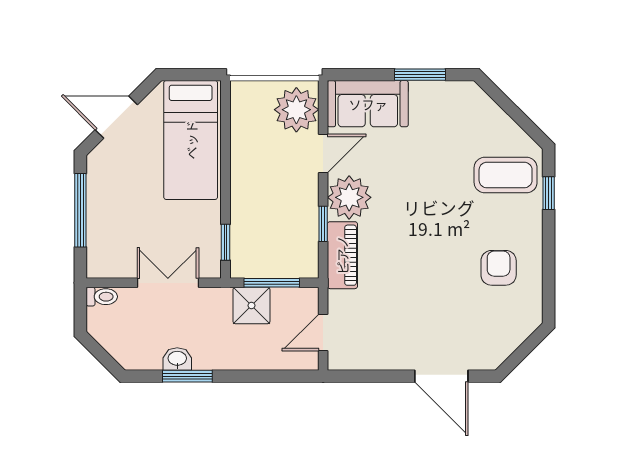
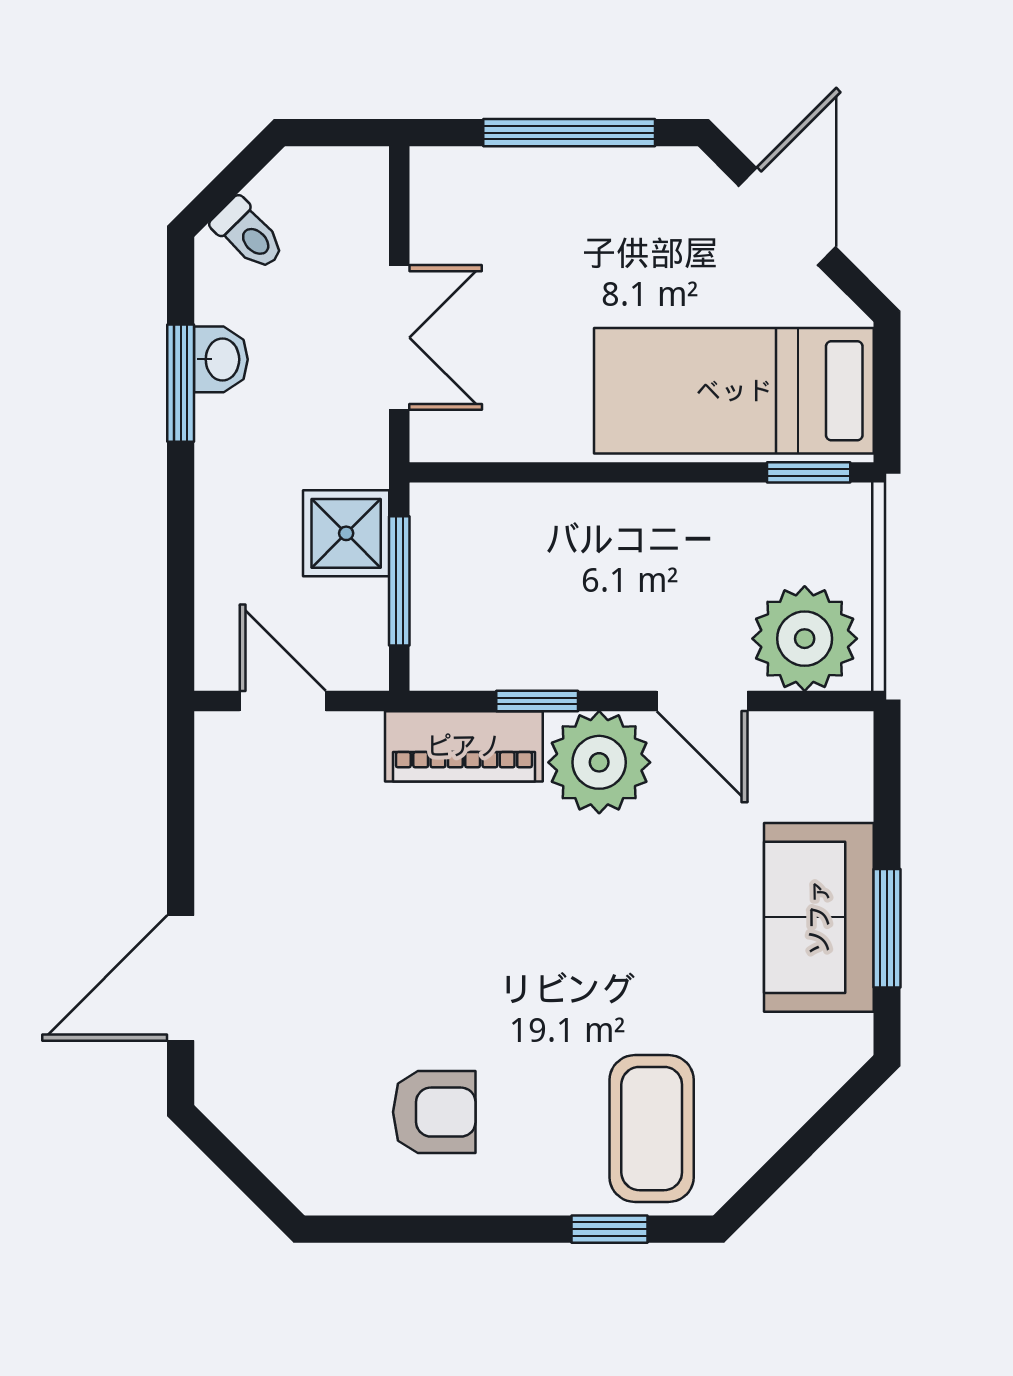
sofa: (368, 104) -> (819, 917), moved
window: (225, 242) -> (809, 472), moved
toilet: (102, 297) -> (248, 234), moved, turned -45

